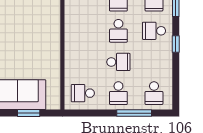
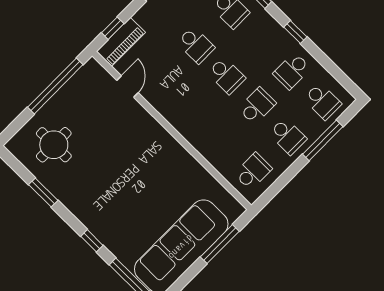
school desk: (154, 31) -> (292, 71), moved
school desk: (83, 93) -> (253, 171), turned 180
window: (29, 113) -> (220, 244), width x1.44

